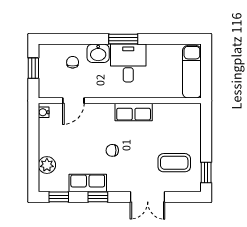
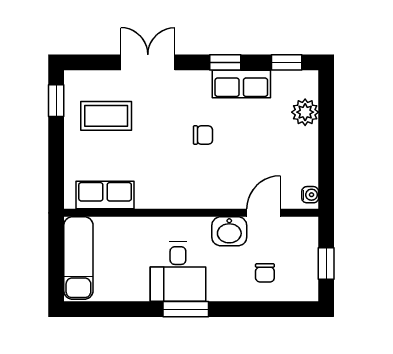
washbasin: (98, 53) -> (229, 231), moved, turned 180
row of seats: (134, 112) -> (105, 195), moved

